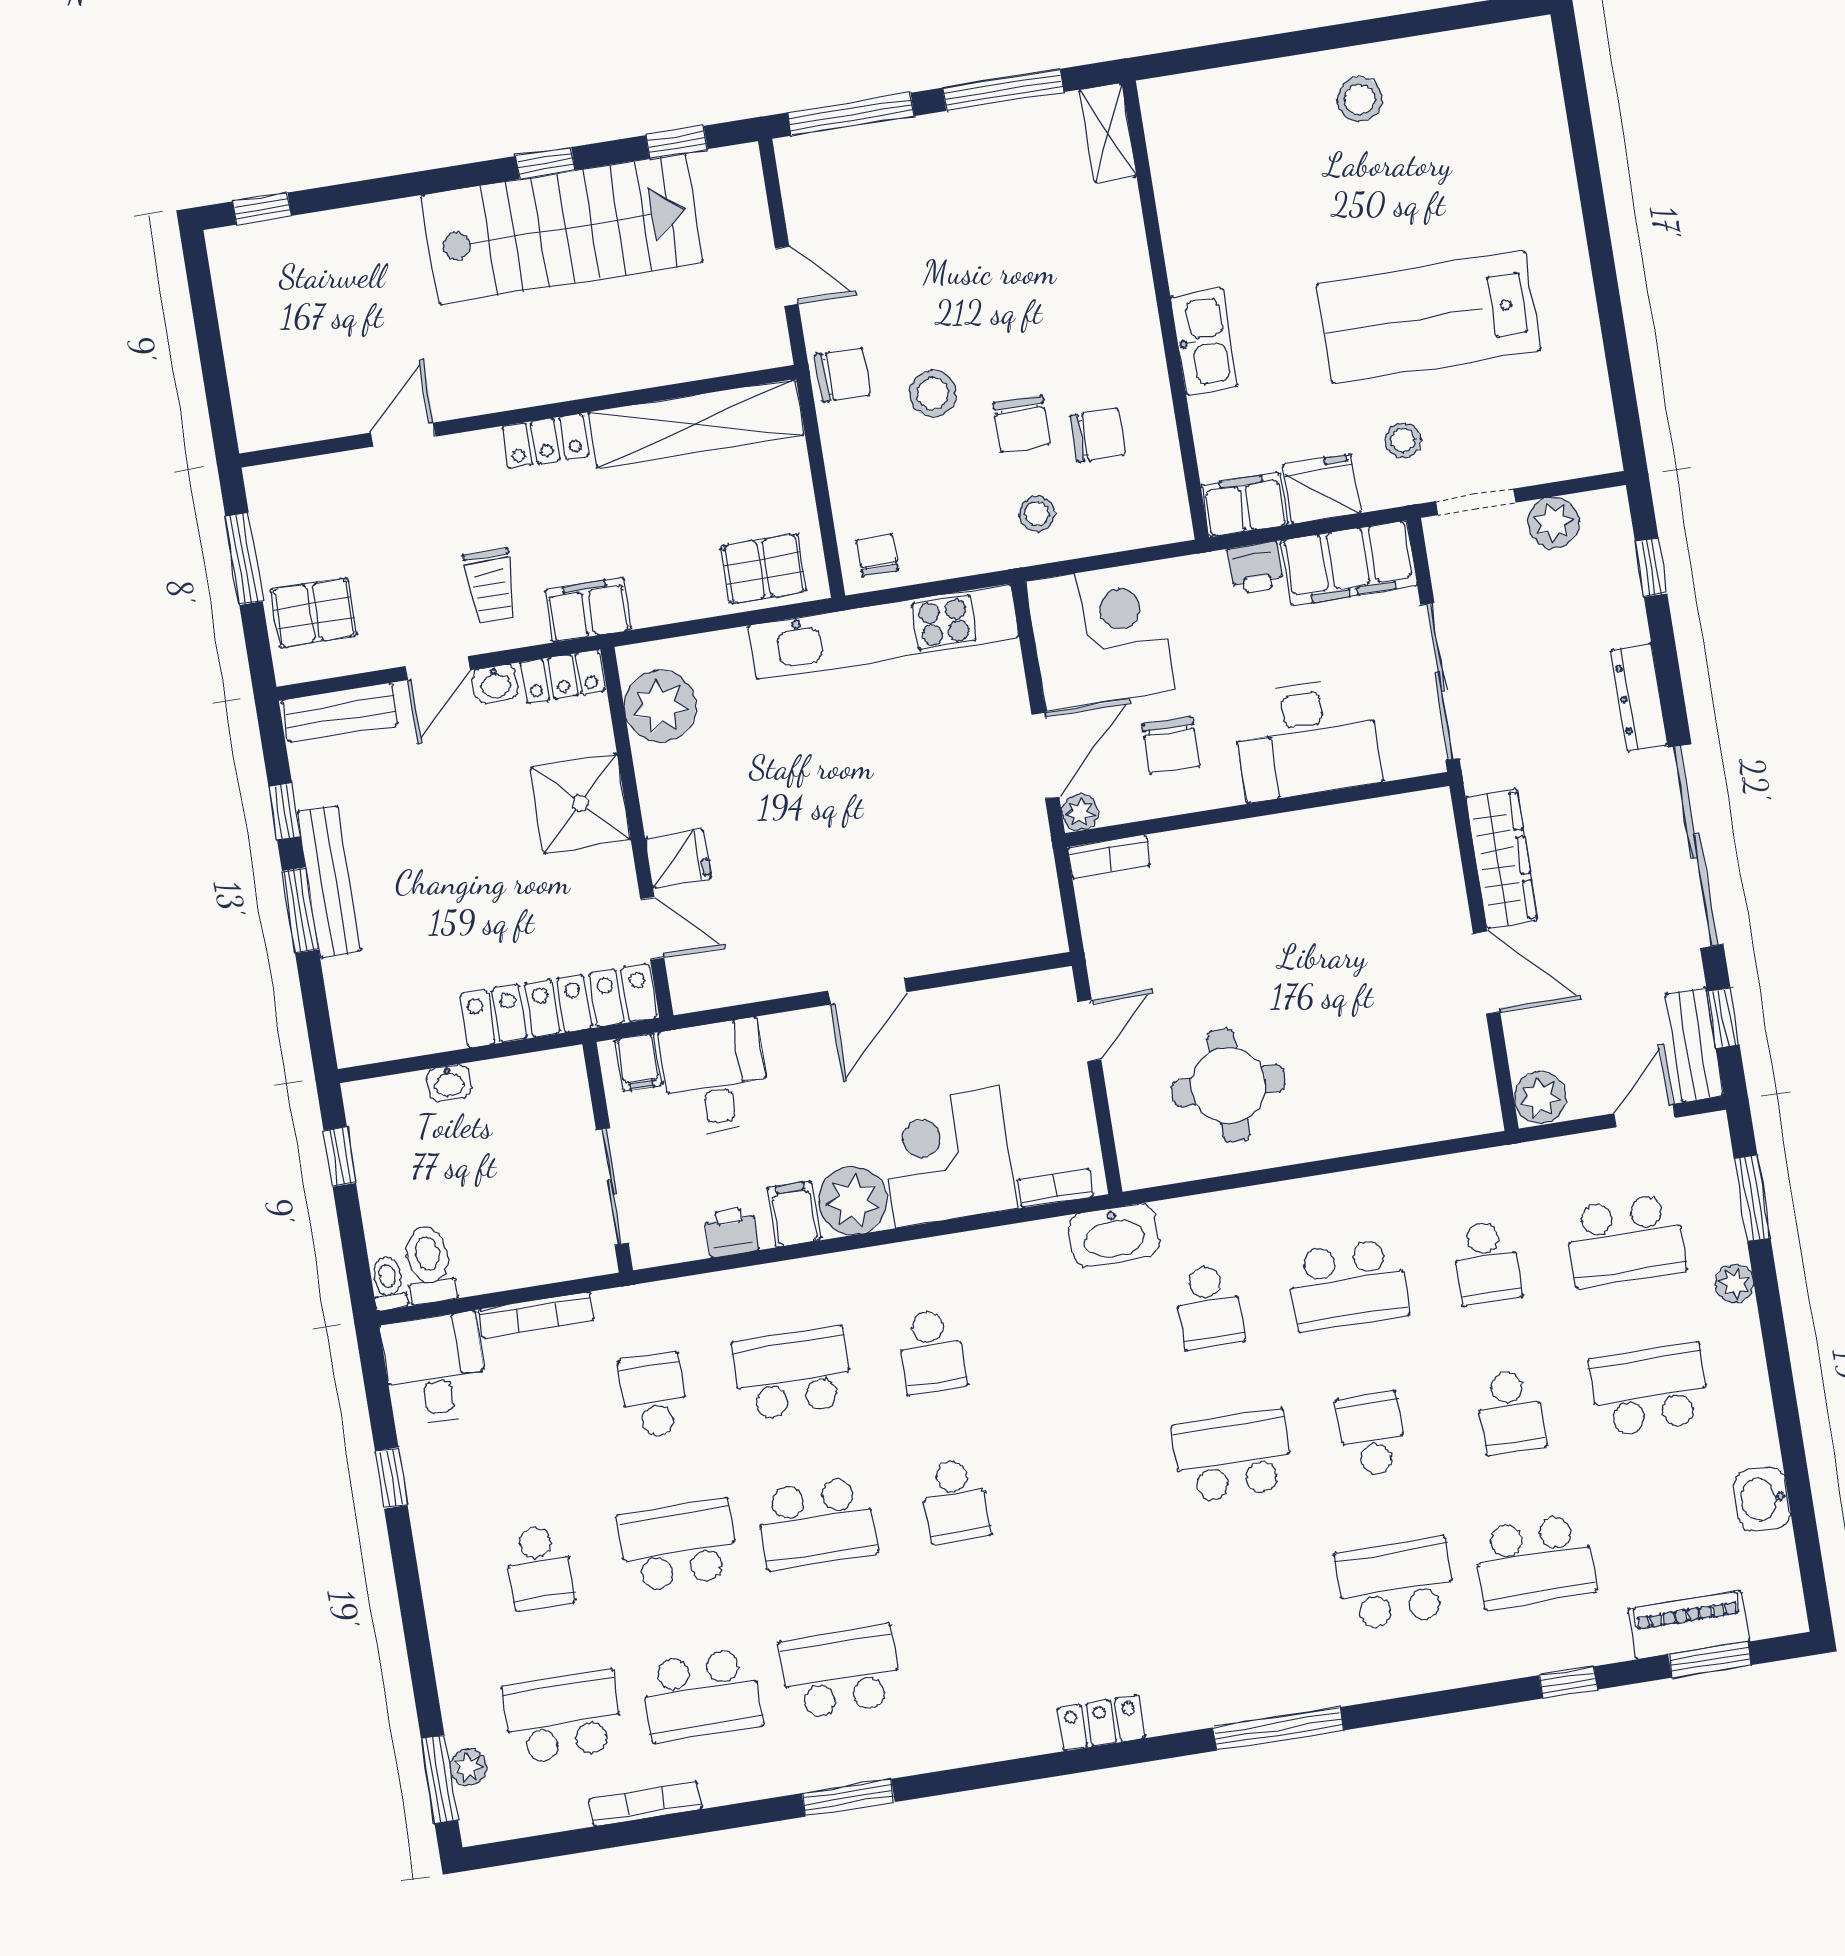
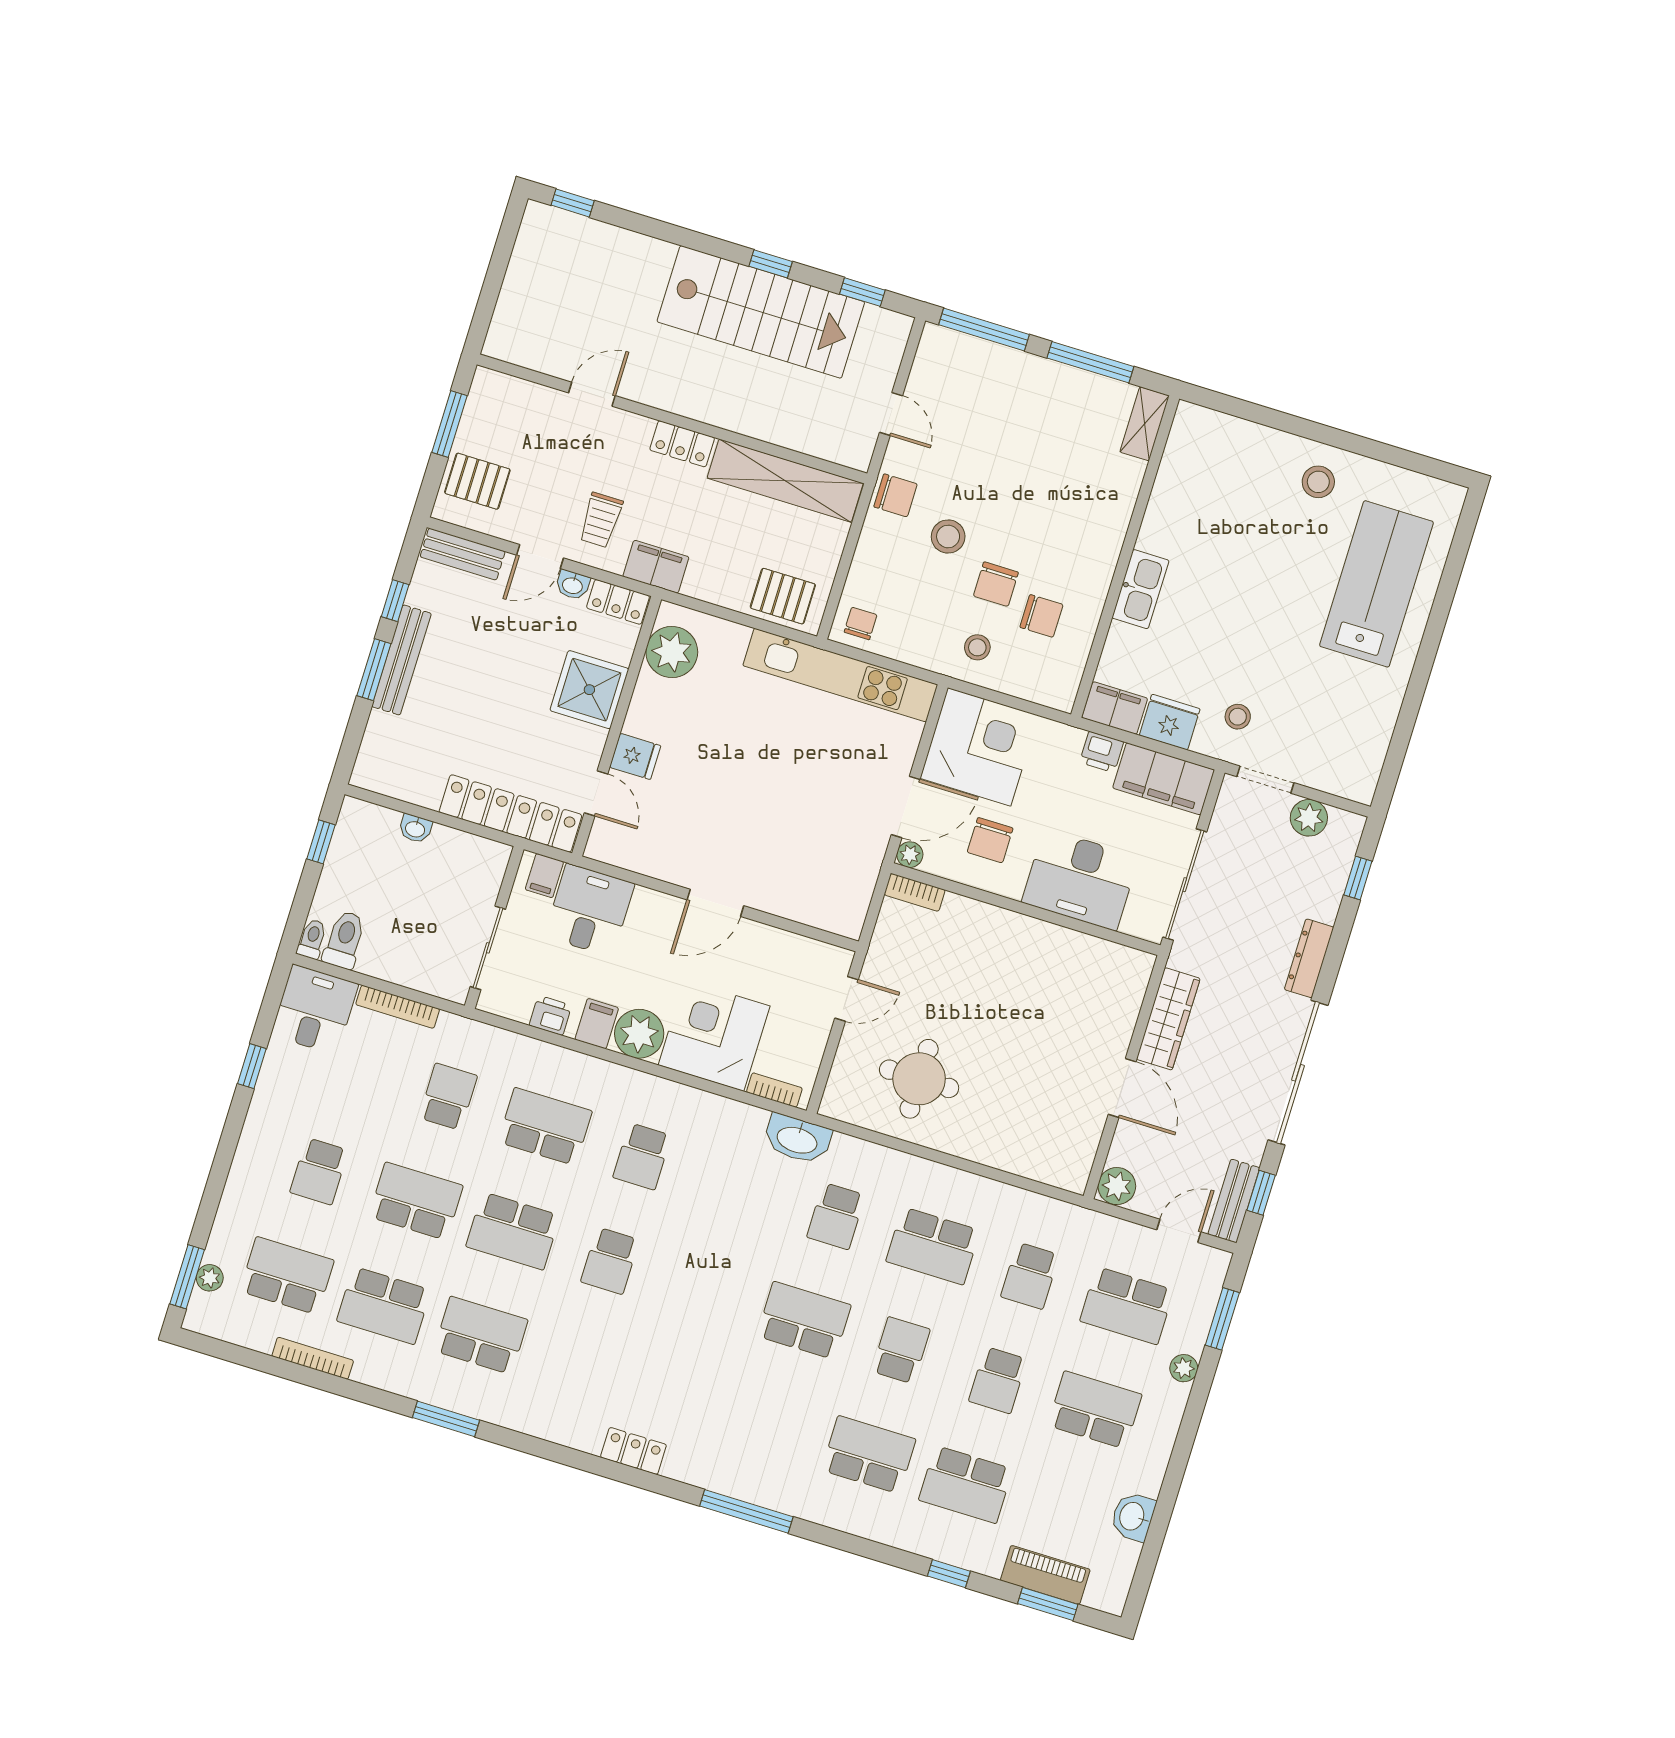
lab bench: (1429, 317) -> (1376, 584), moved, turned 90

